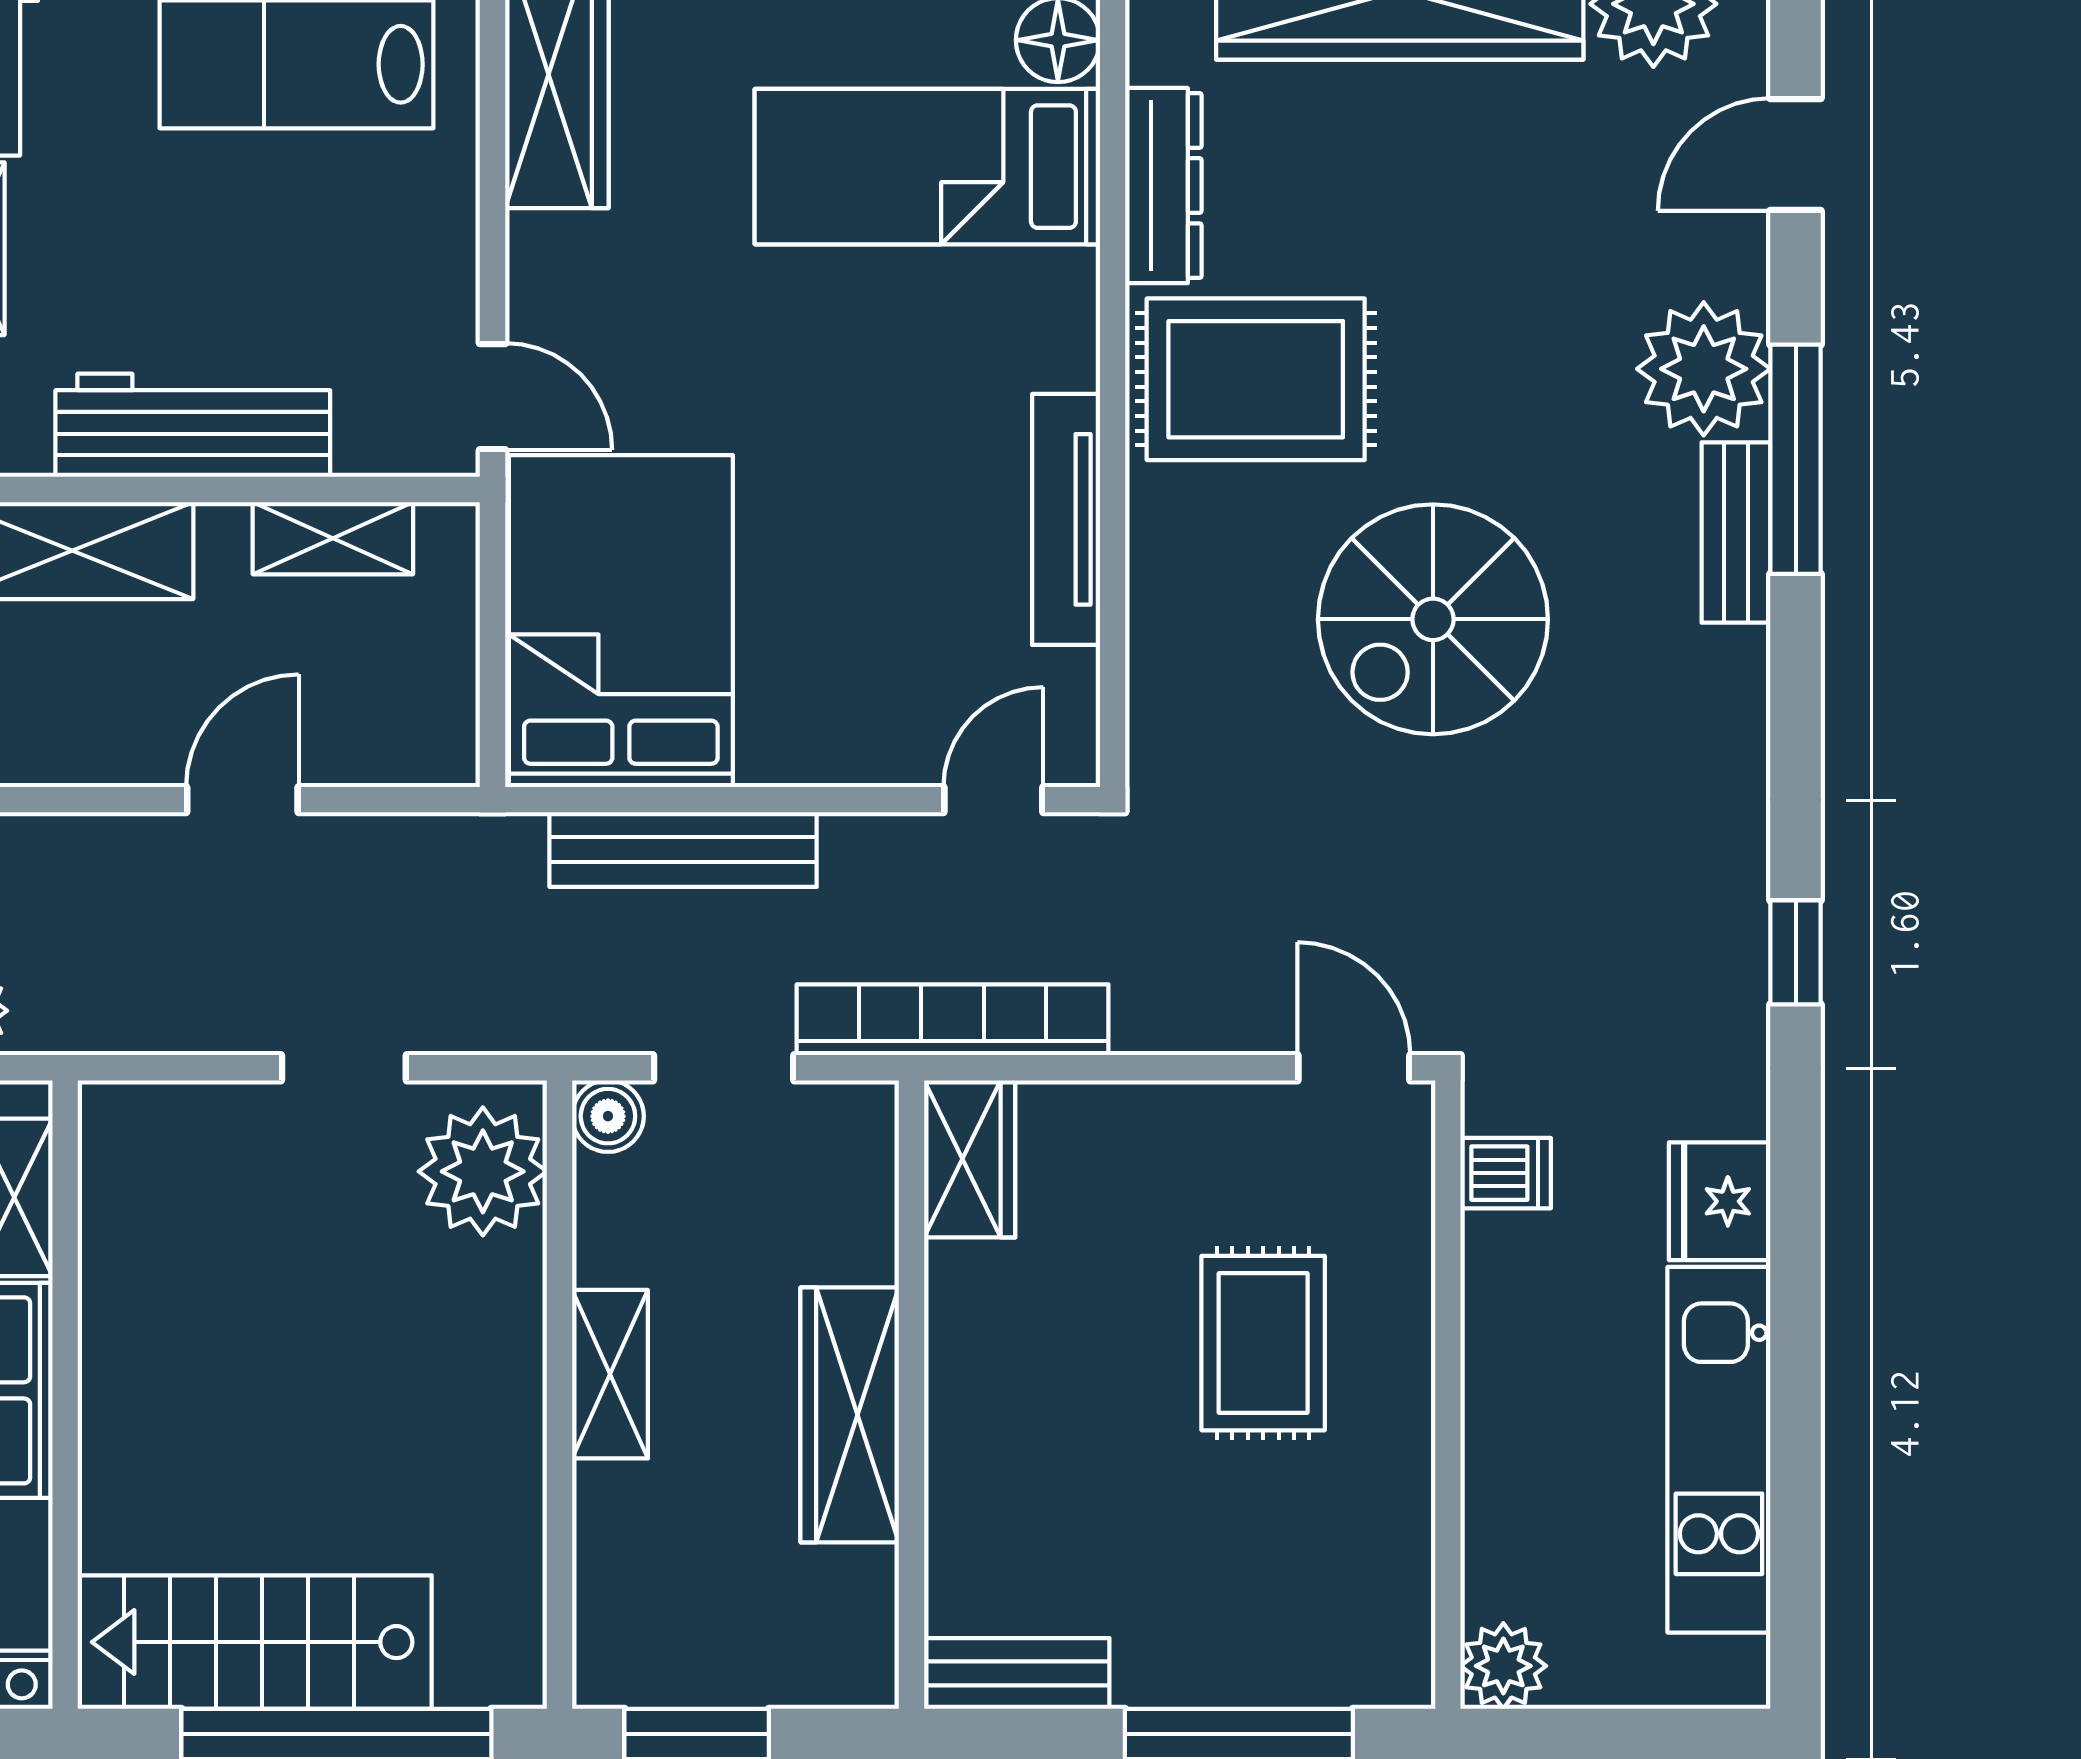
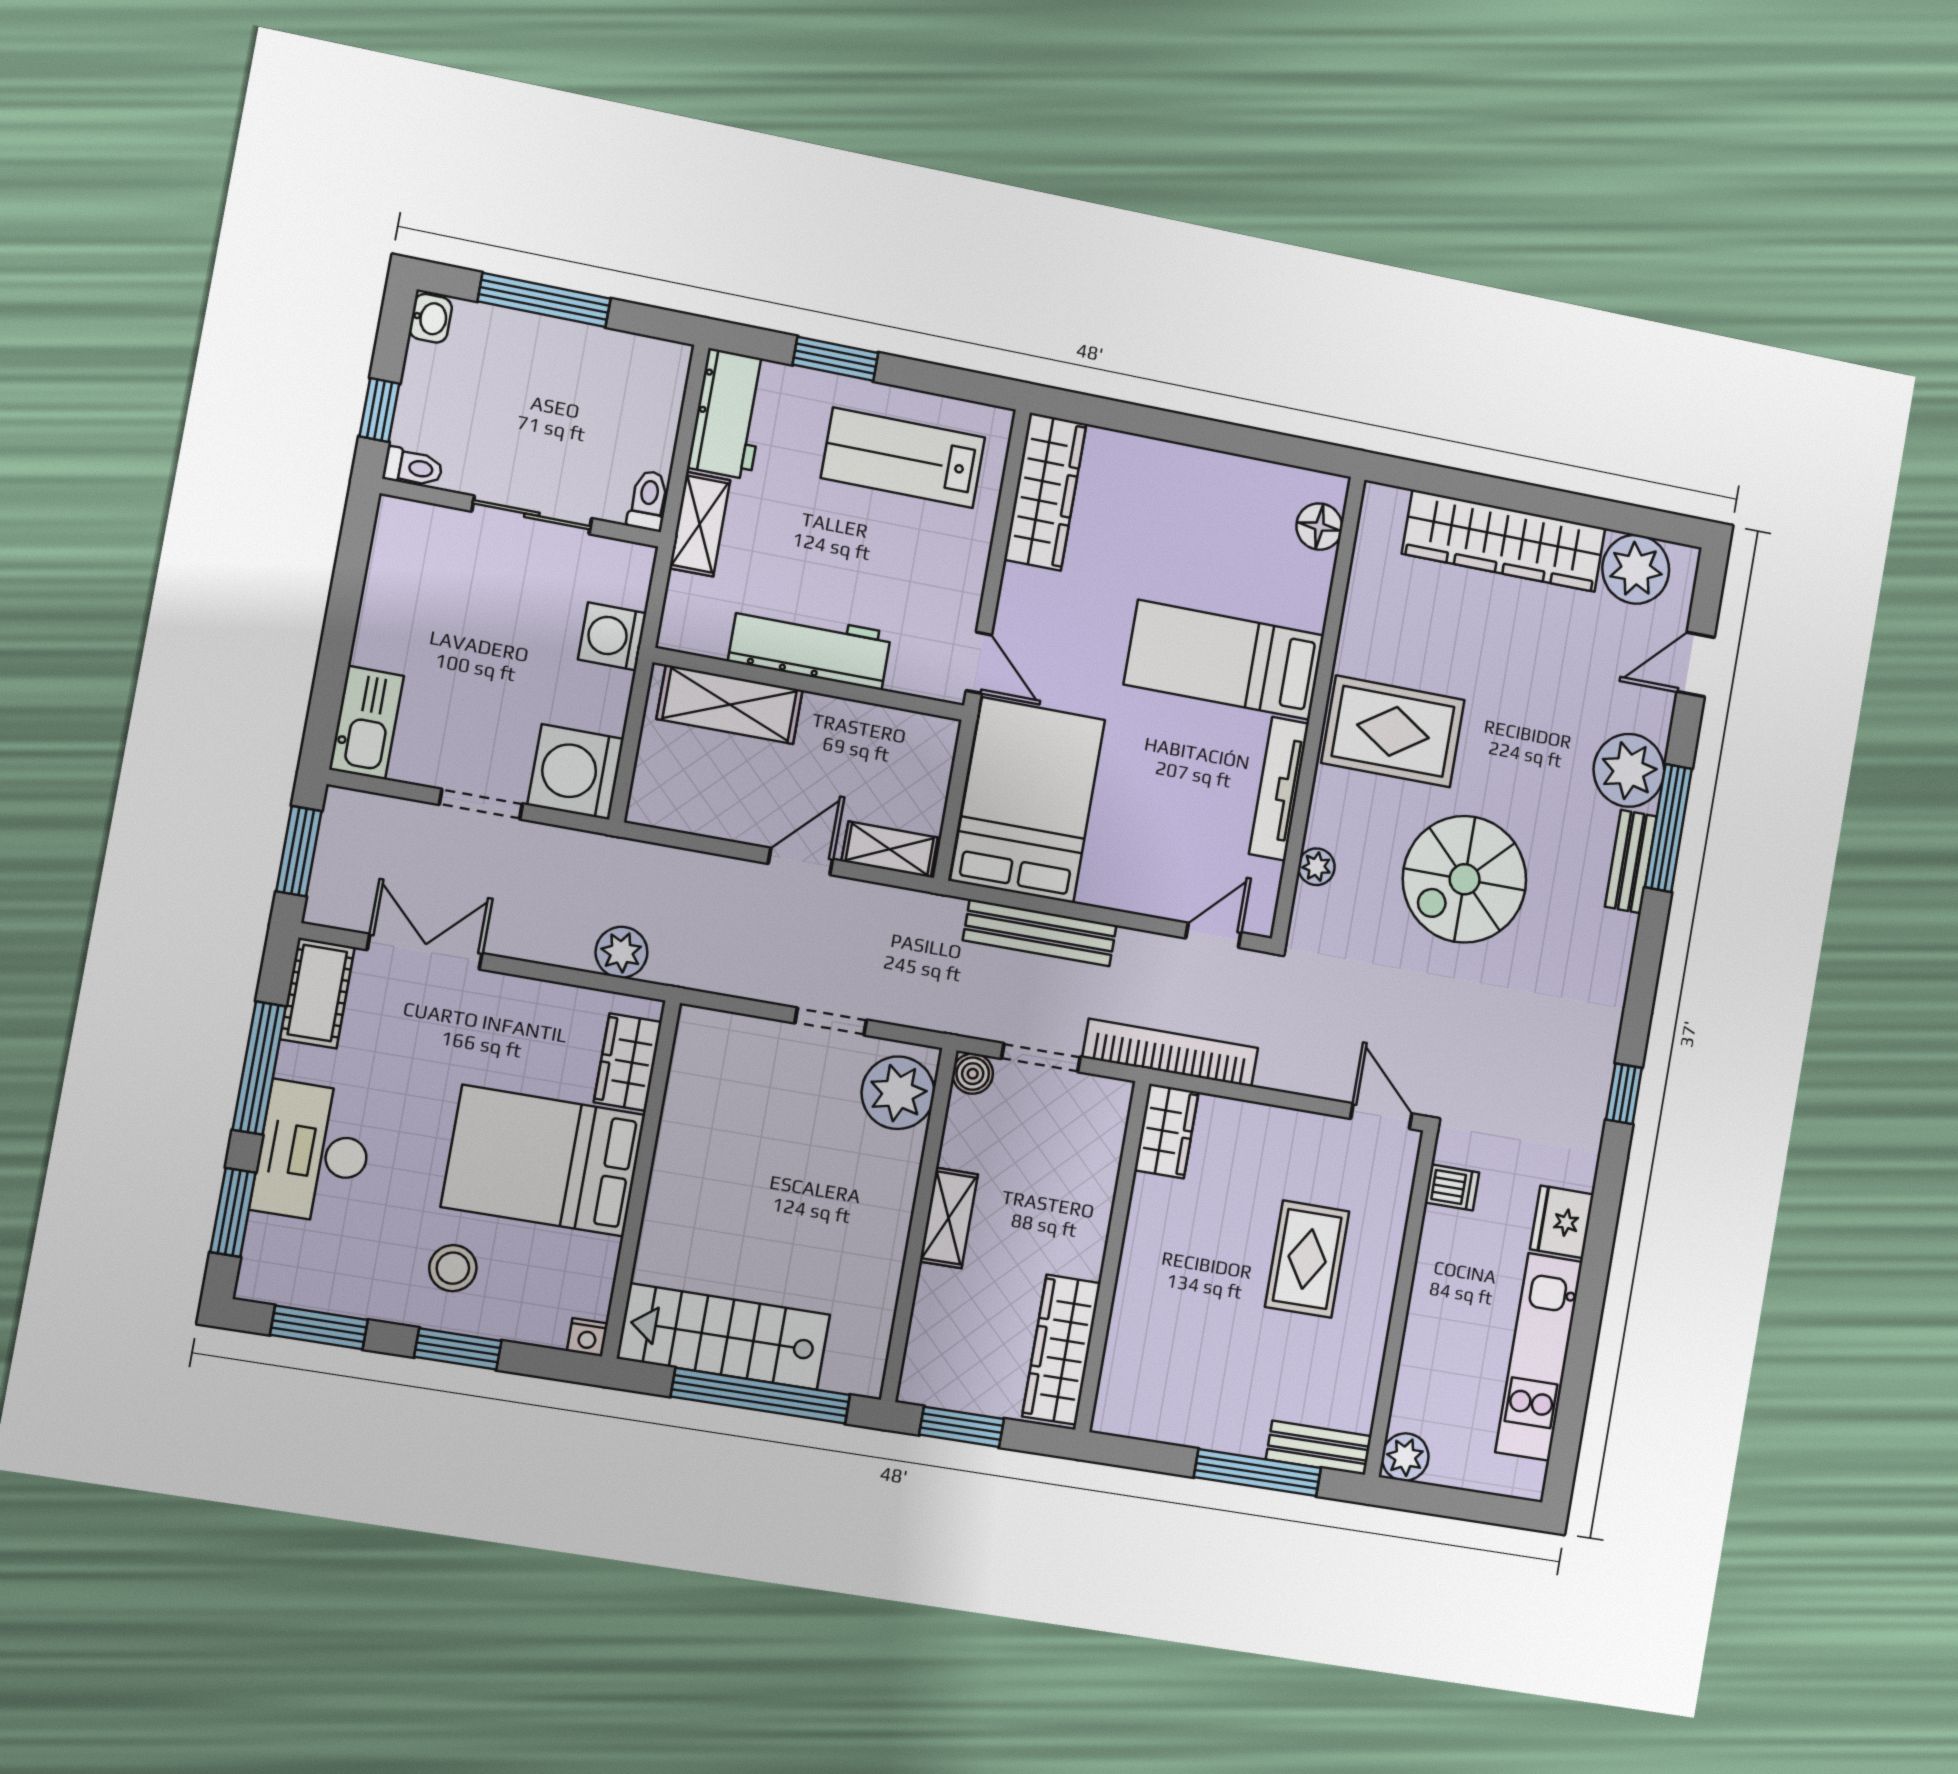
bed: (927, 167) -> (1224, 660), moved
dresser: (1163, 186) -> (1362, 617), removed
shelving: (333, 538) -> (890, 849), moved
plant: (1158, 645) -> (1316, 867), added
wardrobe: (850, 1415) -> (1061, 1350), moved
bench: (1017, 1673) -> (1319, 1448), moved

